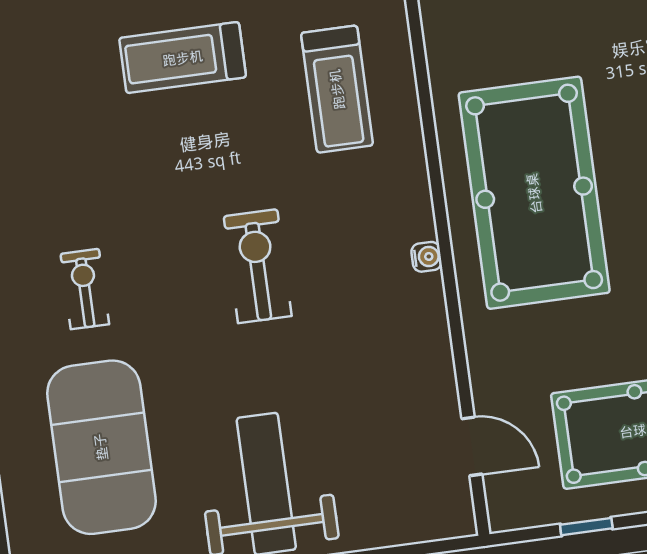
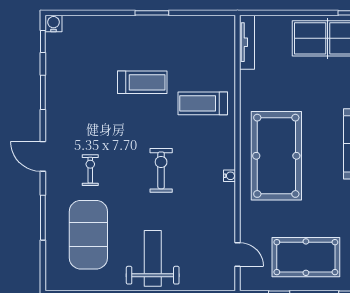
treadmill: (183, 58) -> (142, 82), turned 180
treadmill: (337, 89) -> (203, 103), turned 90

